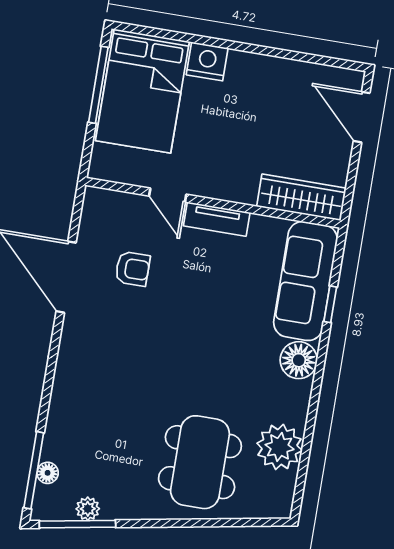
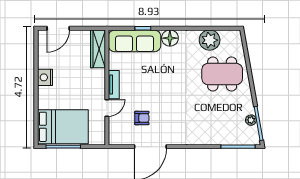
nightstand: (207, 61) -> (45, 77), moved
armchair: (133, 269) -> (142, 118), turned 90
floor lamp: (48, 473) -> (238, 140), removed

